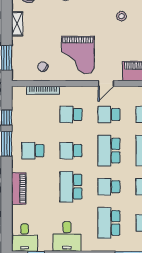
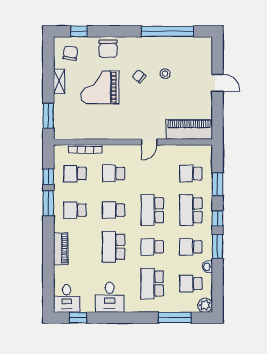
grand piano: (78, 55) -> (100, 87), moved, turned 90
chair: (43, 67) -> (139, 76), moved
school desk: (109, 114) -> (75, 173), moved

